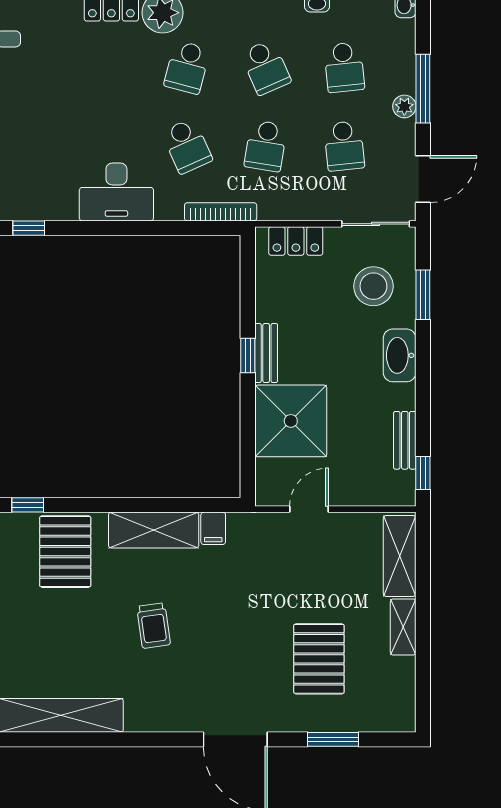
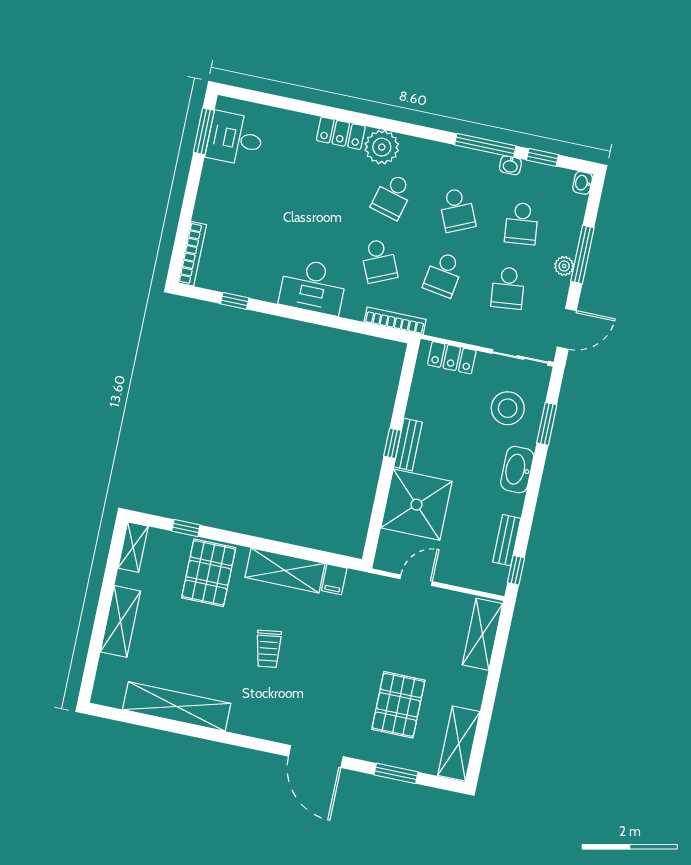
shelving: (403, 627) -> (459, 743), moved, width x1.50, depth x1.33

